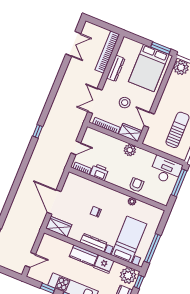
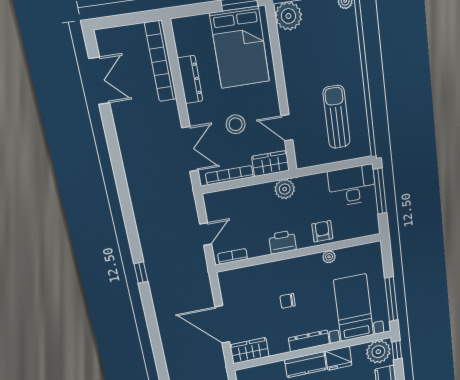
double door: (95, 101) -> (190, 149), swing flipped
window: (38, 131) -> (141, 273), moved
printer: (99, 172) -> (282, 242), moved

